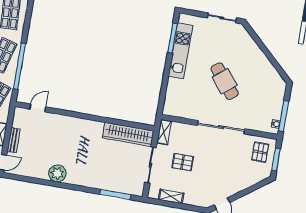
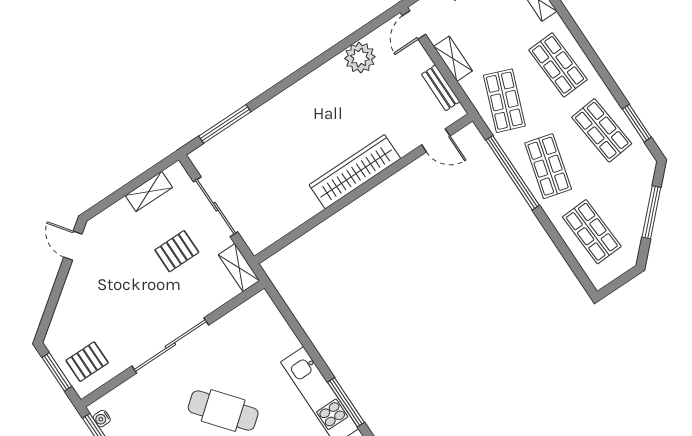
door: (38, 108) -> (436, 140), hinge flipped
wardrobe: (128, 134) -> (355, 172), moved
bench: (14, 140) -> (441, 88), moved
pallet: (260, 152) -> (87, 362), turned 90
plant: (57, 173) -> (360, 58), moved

